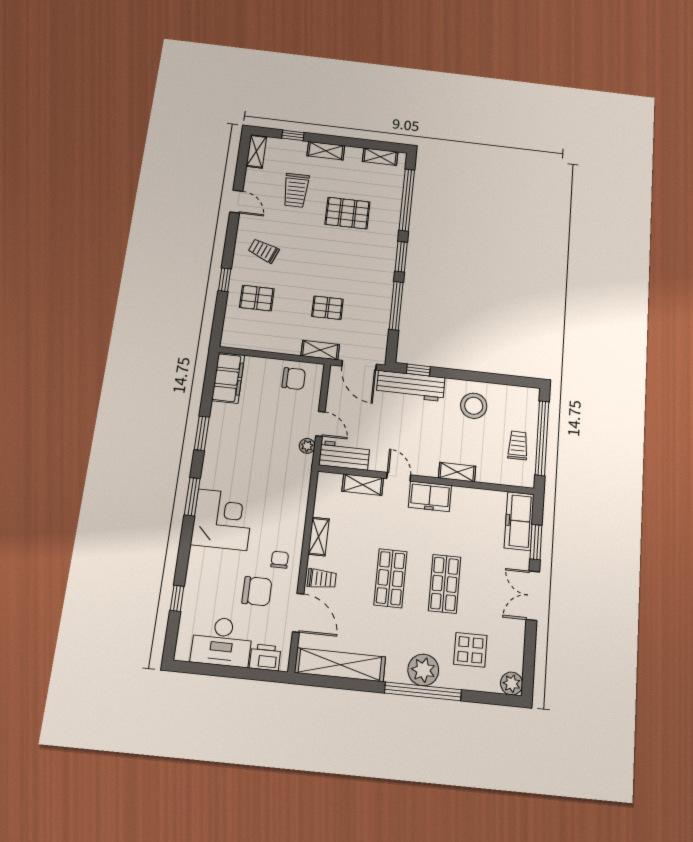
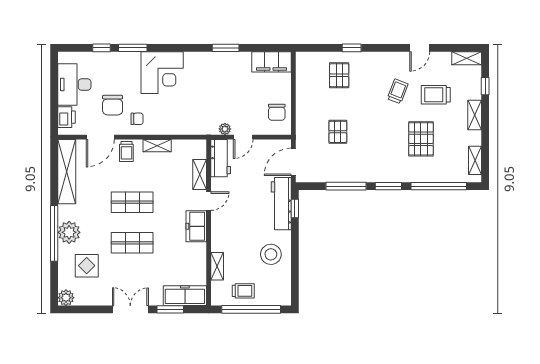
trolley: (264, 251) -> (398, 91), moved
shelving: (320, 350) -> (302, 130), removed
shelving: (457, 472) -> (217, 266), moved
window: (192, 497) -> (133, 48), moved

